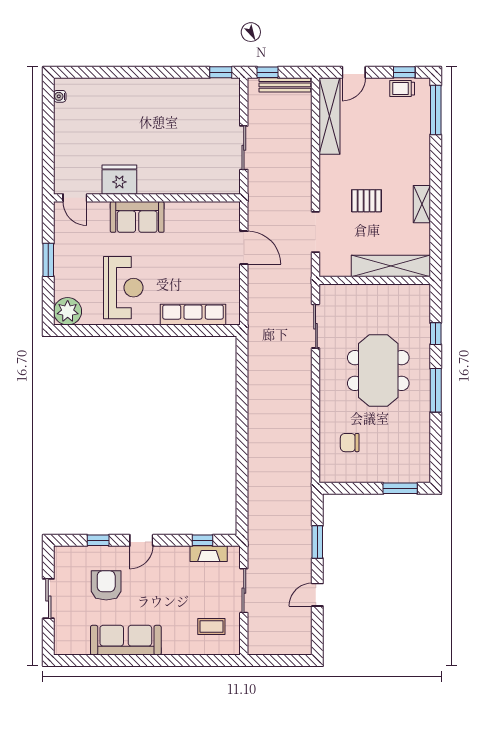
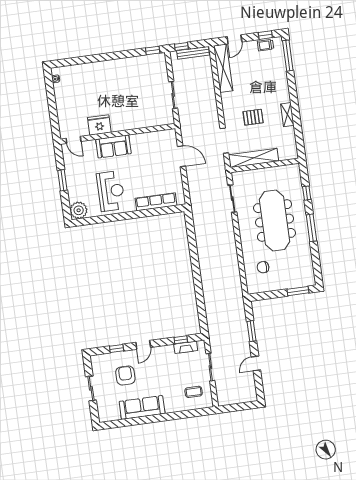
shelving: (391, 266) -> (254, 158), moved
meeting table: (378, 370) -> (274, 221), width x1.36

